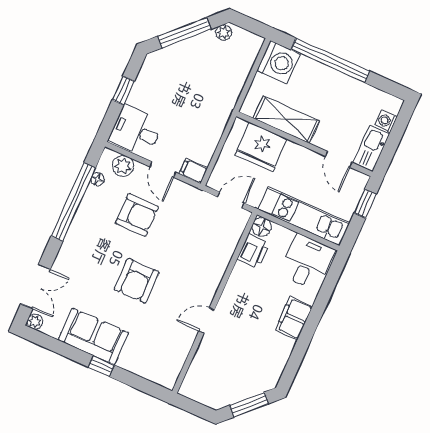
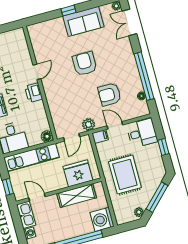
rug: (202, 96) -> (125, 175), added
plant: (123, 166) -> (88, 124), moved
printer: (253, 251) -> (34, 93), moved

